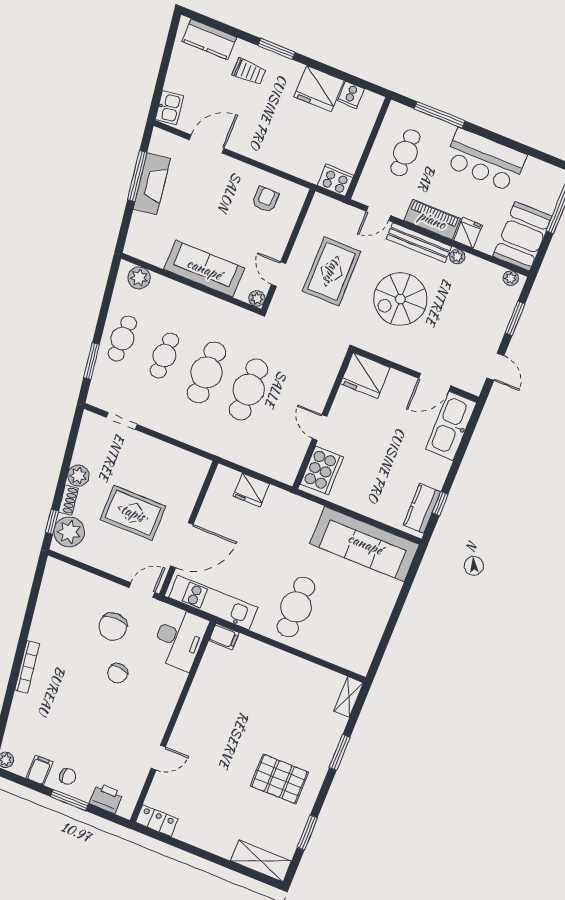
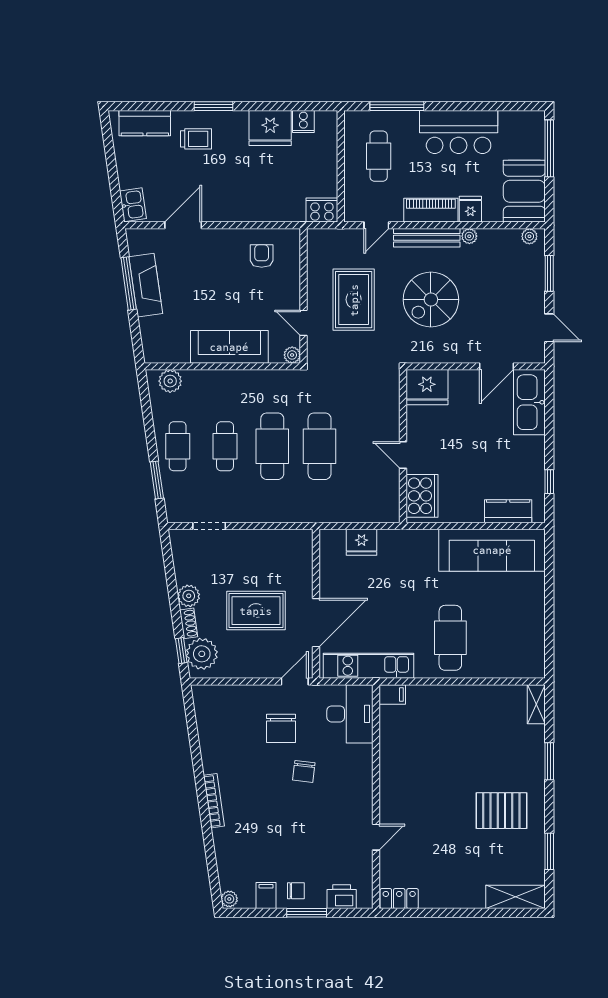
kitchen counter: (422, 508) -> (508, 511), moved, turned 90

